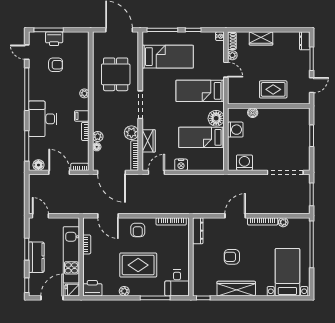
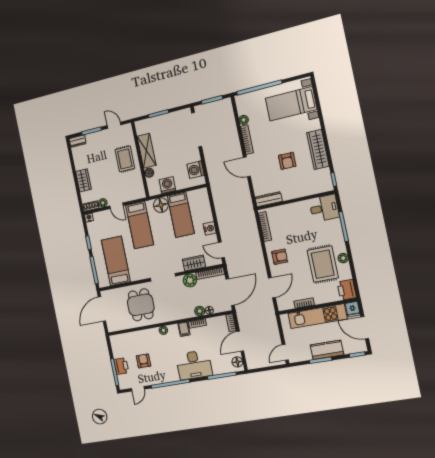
door: (226, 70) -> (116, 206), swing flipped
dining table: (116, 74) -> (141, 305), turned 90
shelving: (276, 115) -> (147, 151), added
rug: (138, 265) -> (323, 264), moved

